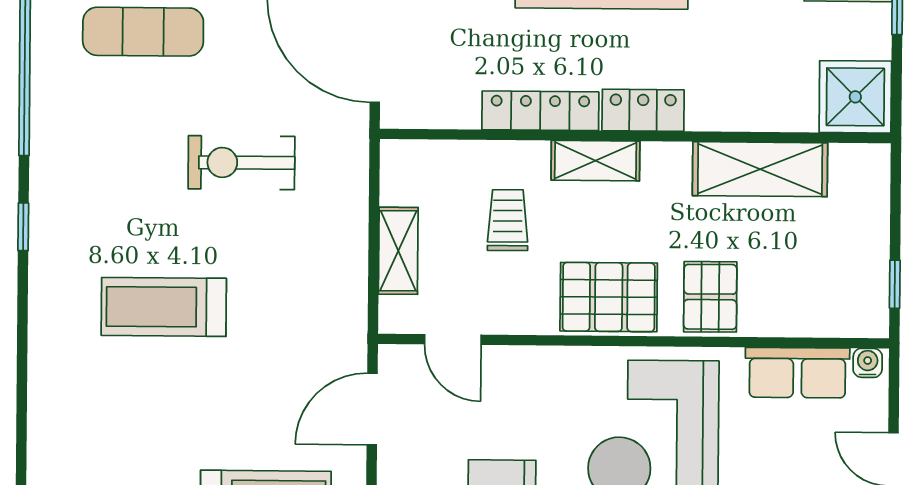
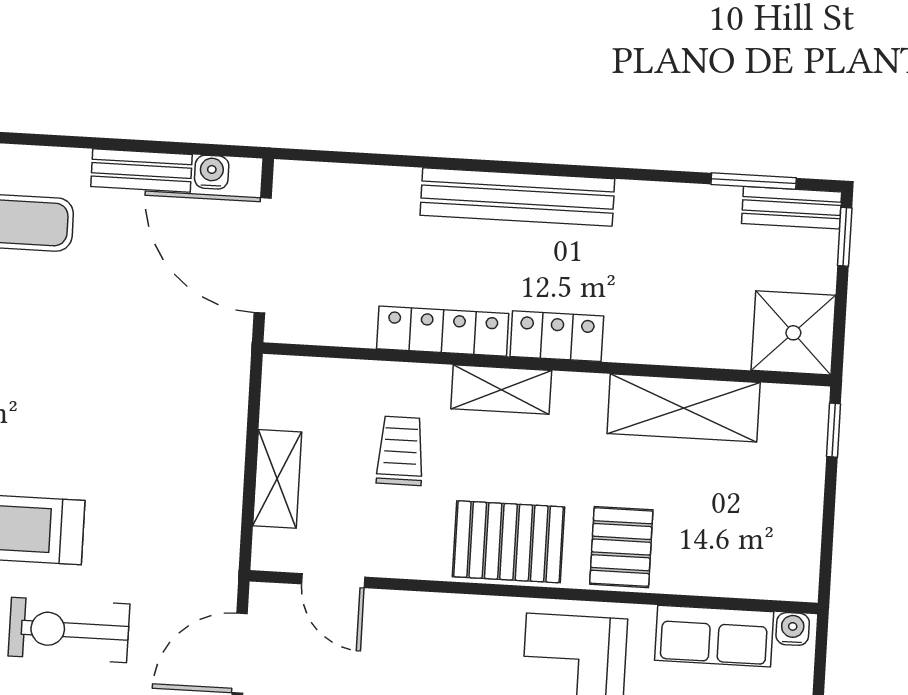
exercise bike: (241, 163) -> (69, 630), moved
window: (895, 284) -> (833, 430), moved

